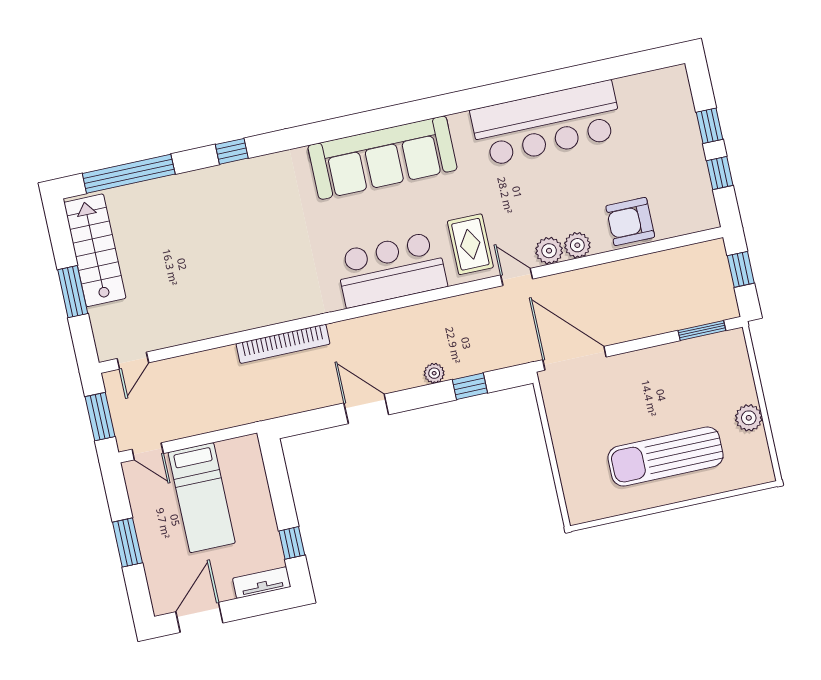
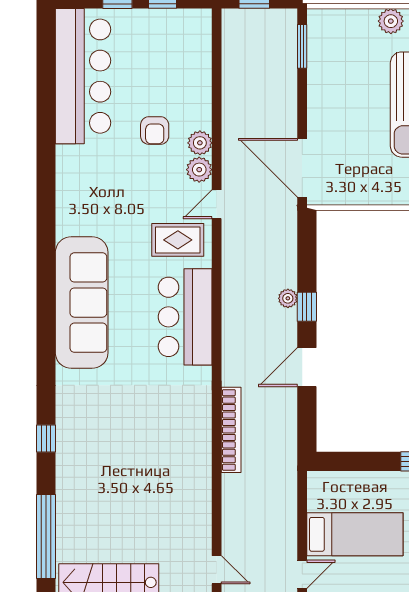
bar counter: (546, 123) -> (83, 76), moved
armchair: (630, 221) -> (155, 131), moved, width x0.72, depth x0.72
door: (575, 358) -> (302, 168), hinge flipped
window: (470, 386) -> (307, 307), moved

